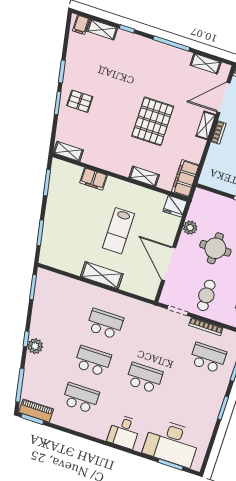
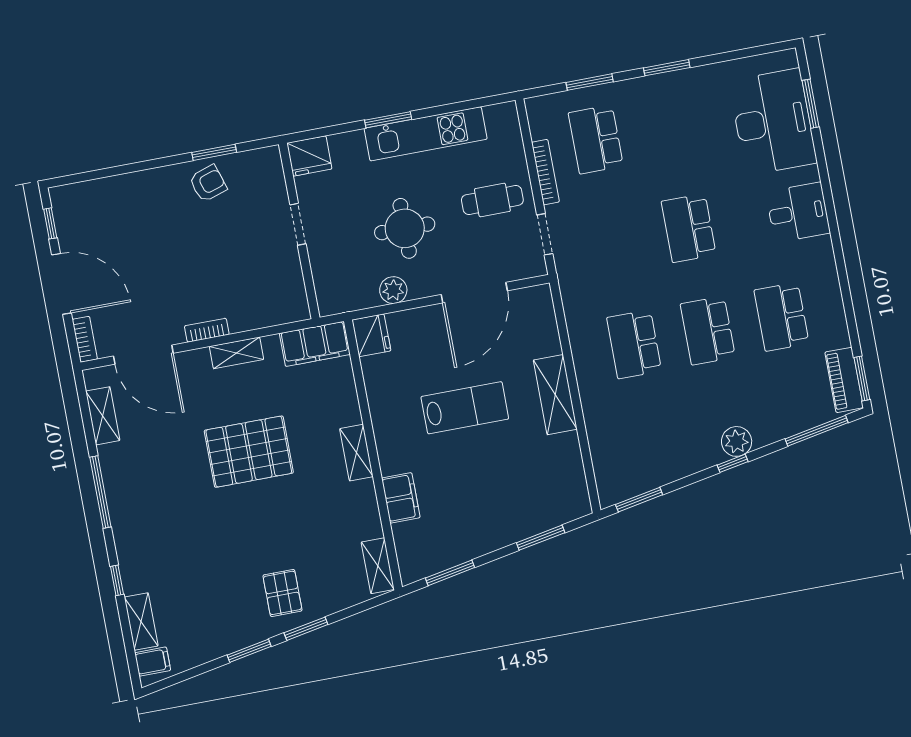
shelving: (206, 125) -> (236, 353), moved
shelving: (144, 176) -> (356, 453), moved

